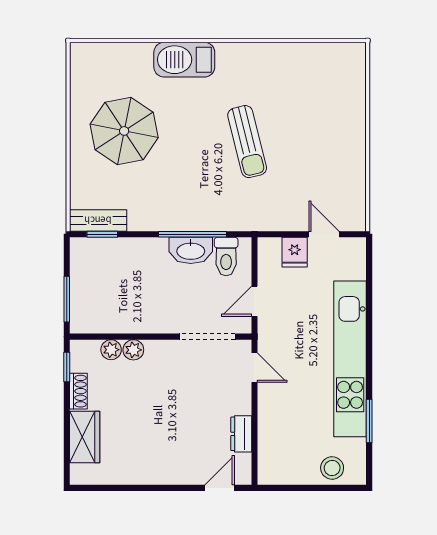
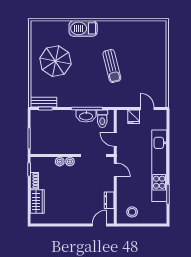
door: (255, 301) -> (115, 139), hinge flipped
plant: (111, 350) -> (70, 162), moved
stool: (332, 468) -> (132, 212), moved

